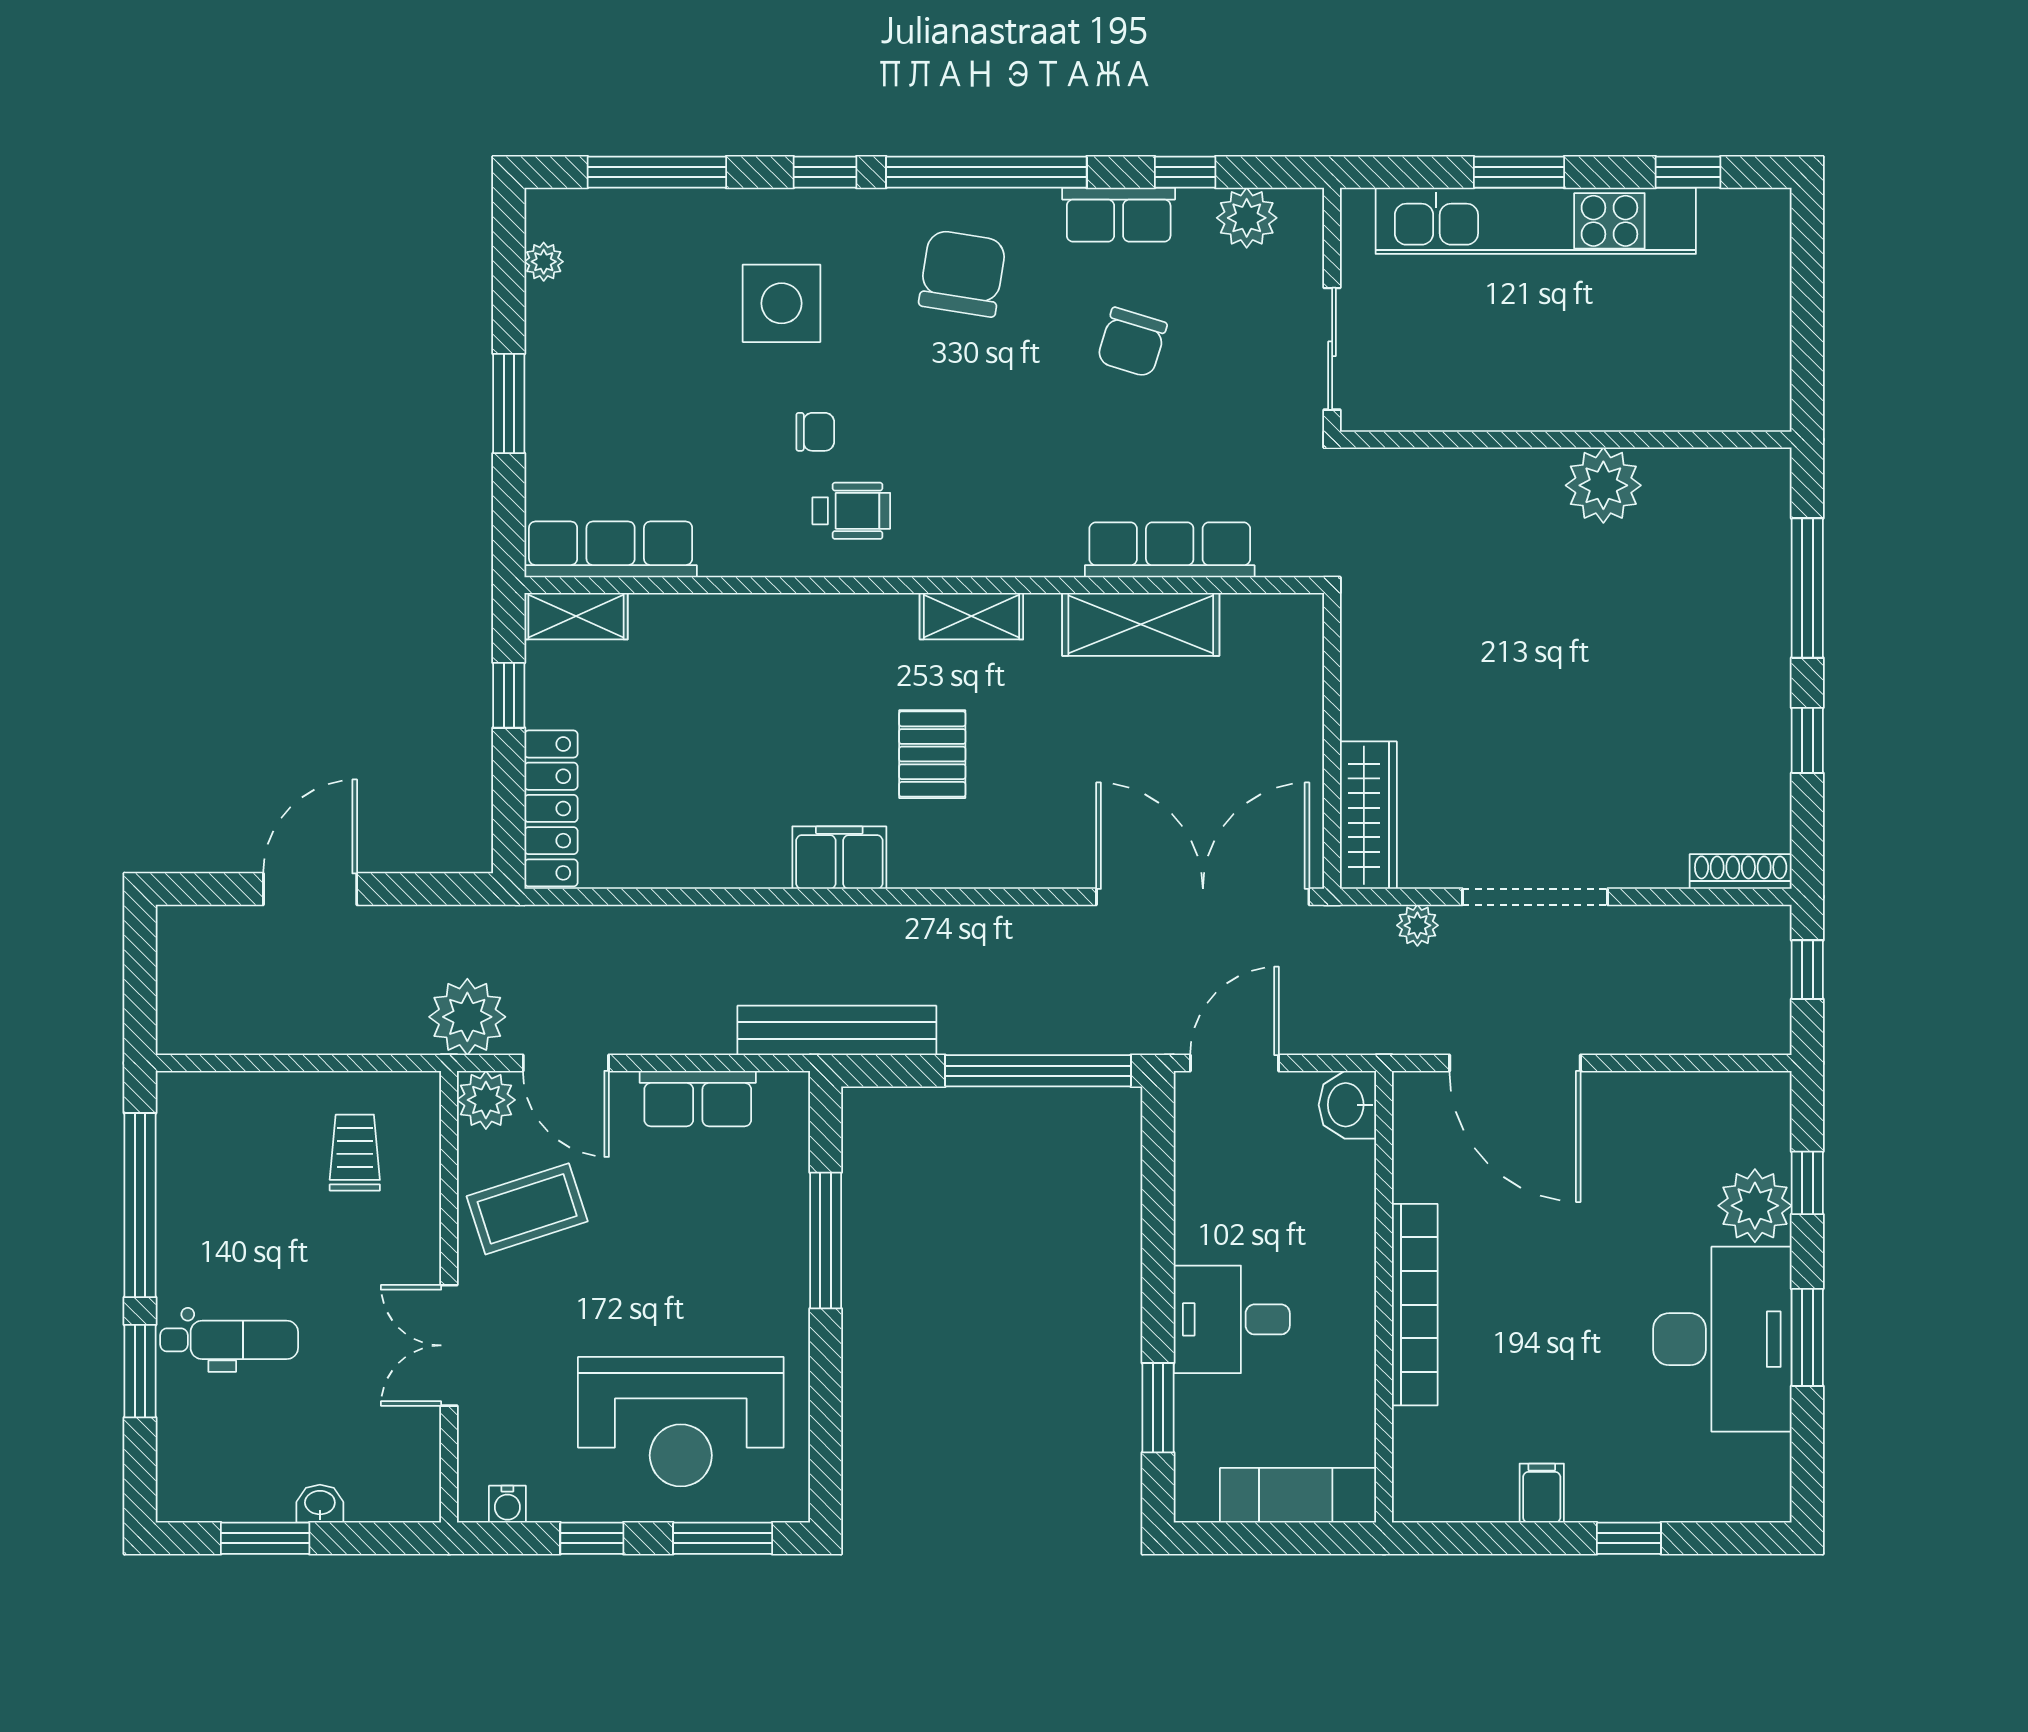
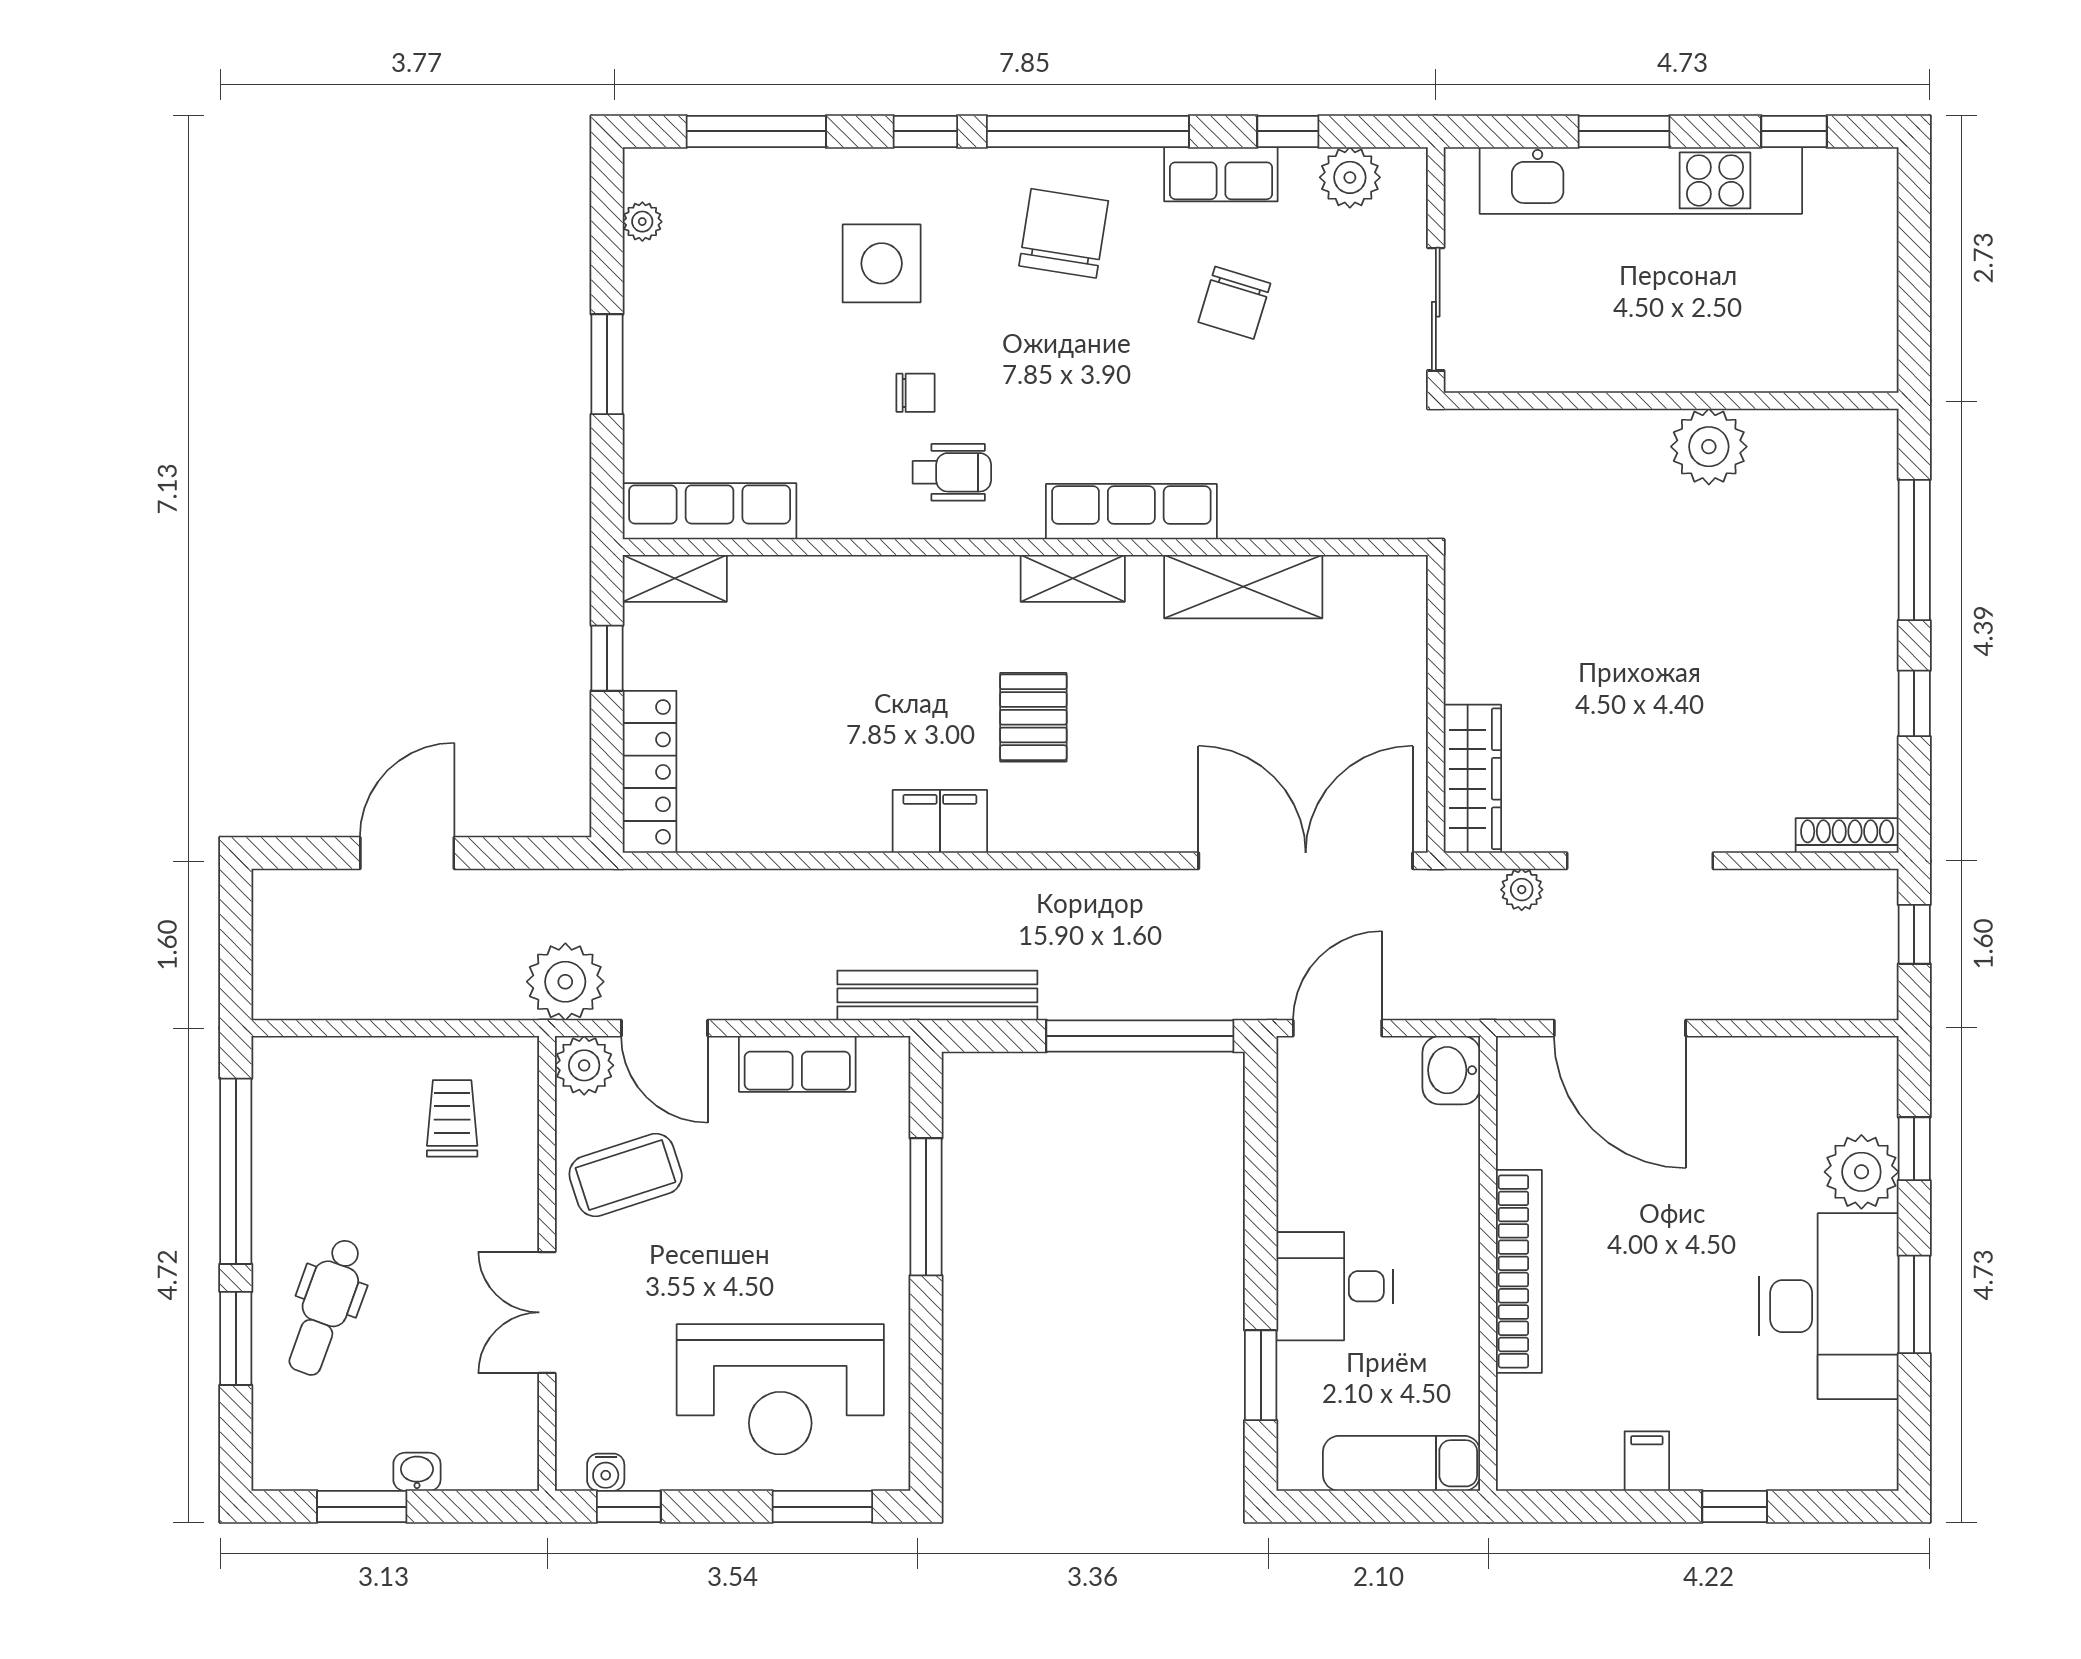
row of seats: (1170, 550) -> (1131, 512), moved
dental chair: (229, 1340) -> (326, 1307), turned 110
window: (592, 1538) -> (629, 1507), moved

